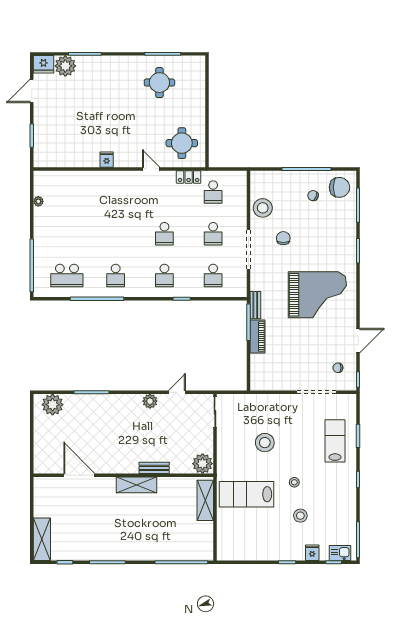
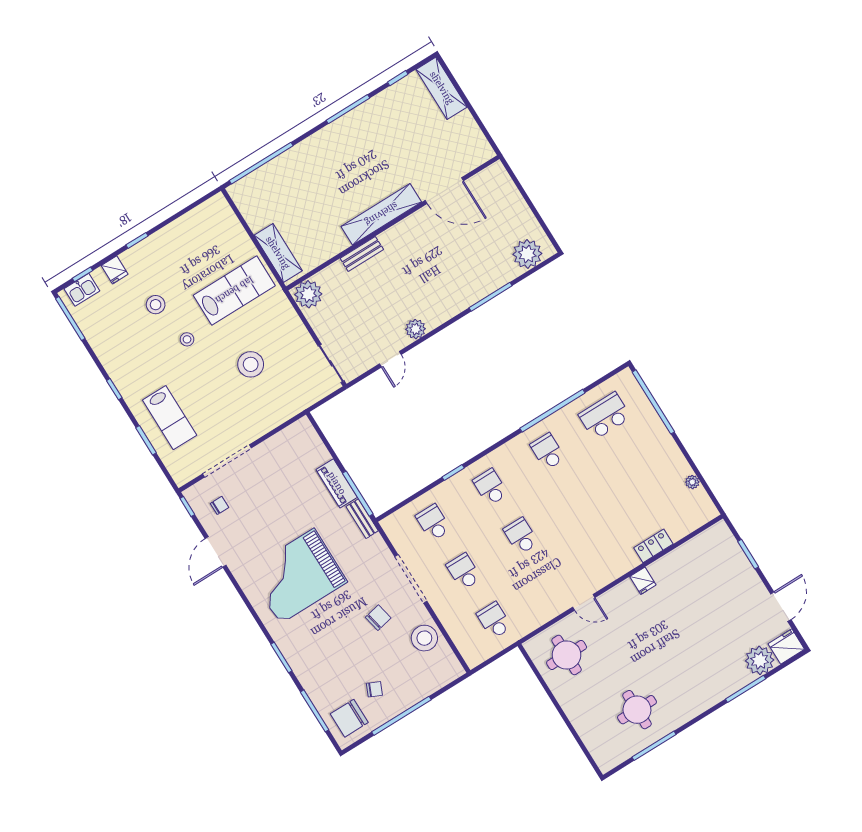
locker: (189, 177) -> (653, 546), moved
chair: (283, 238) -> (378, 618), turned -102
shelving: (137, 485) -> (381, 214), width x1.47

